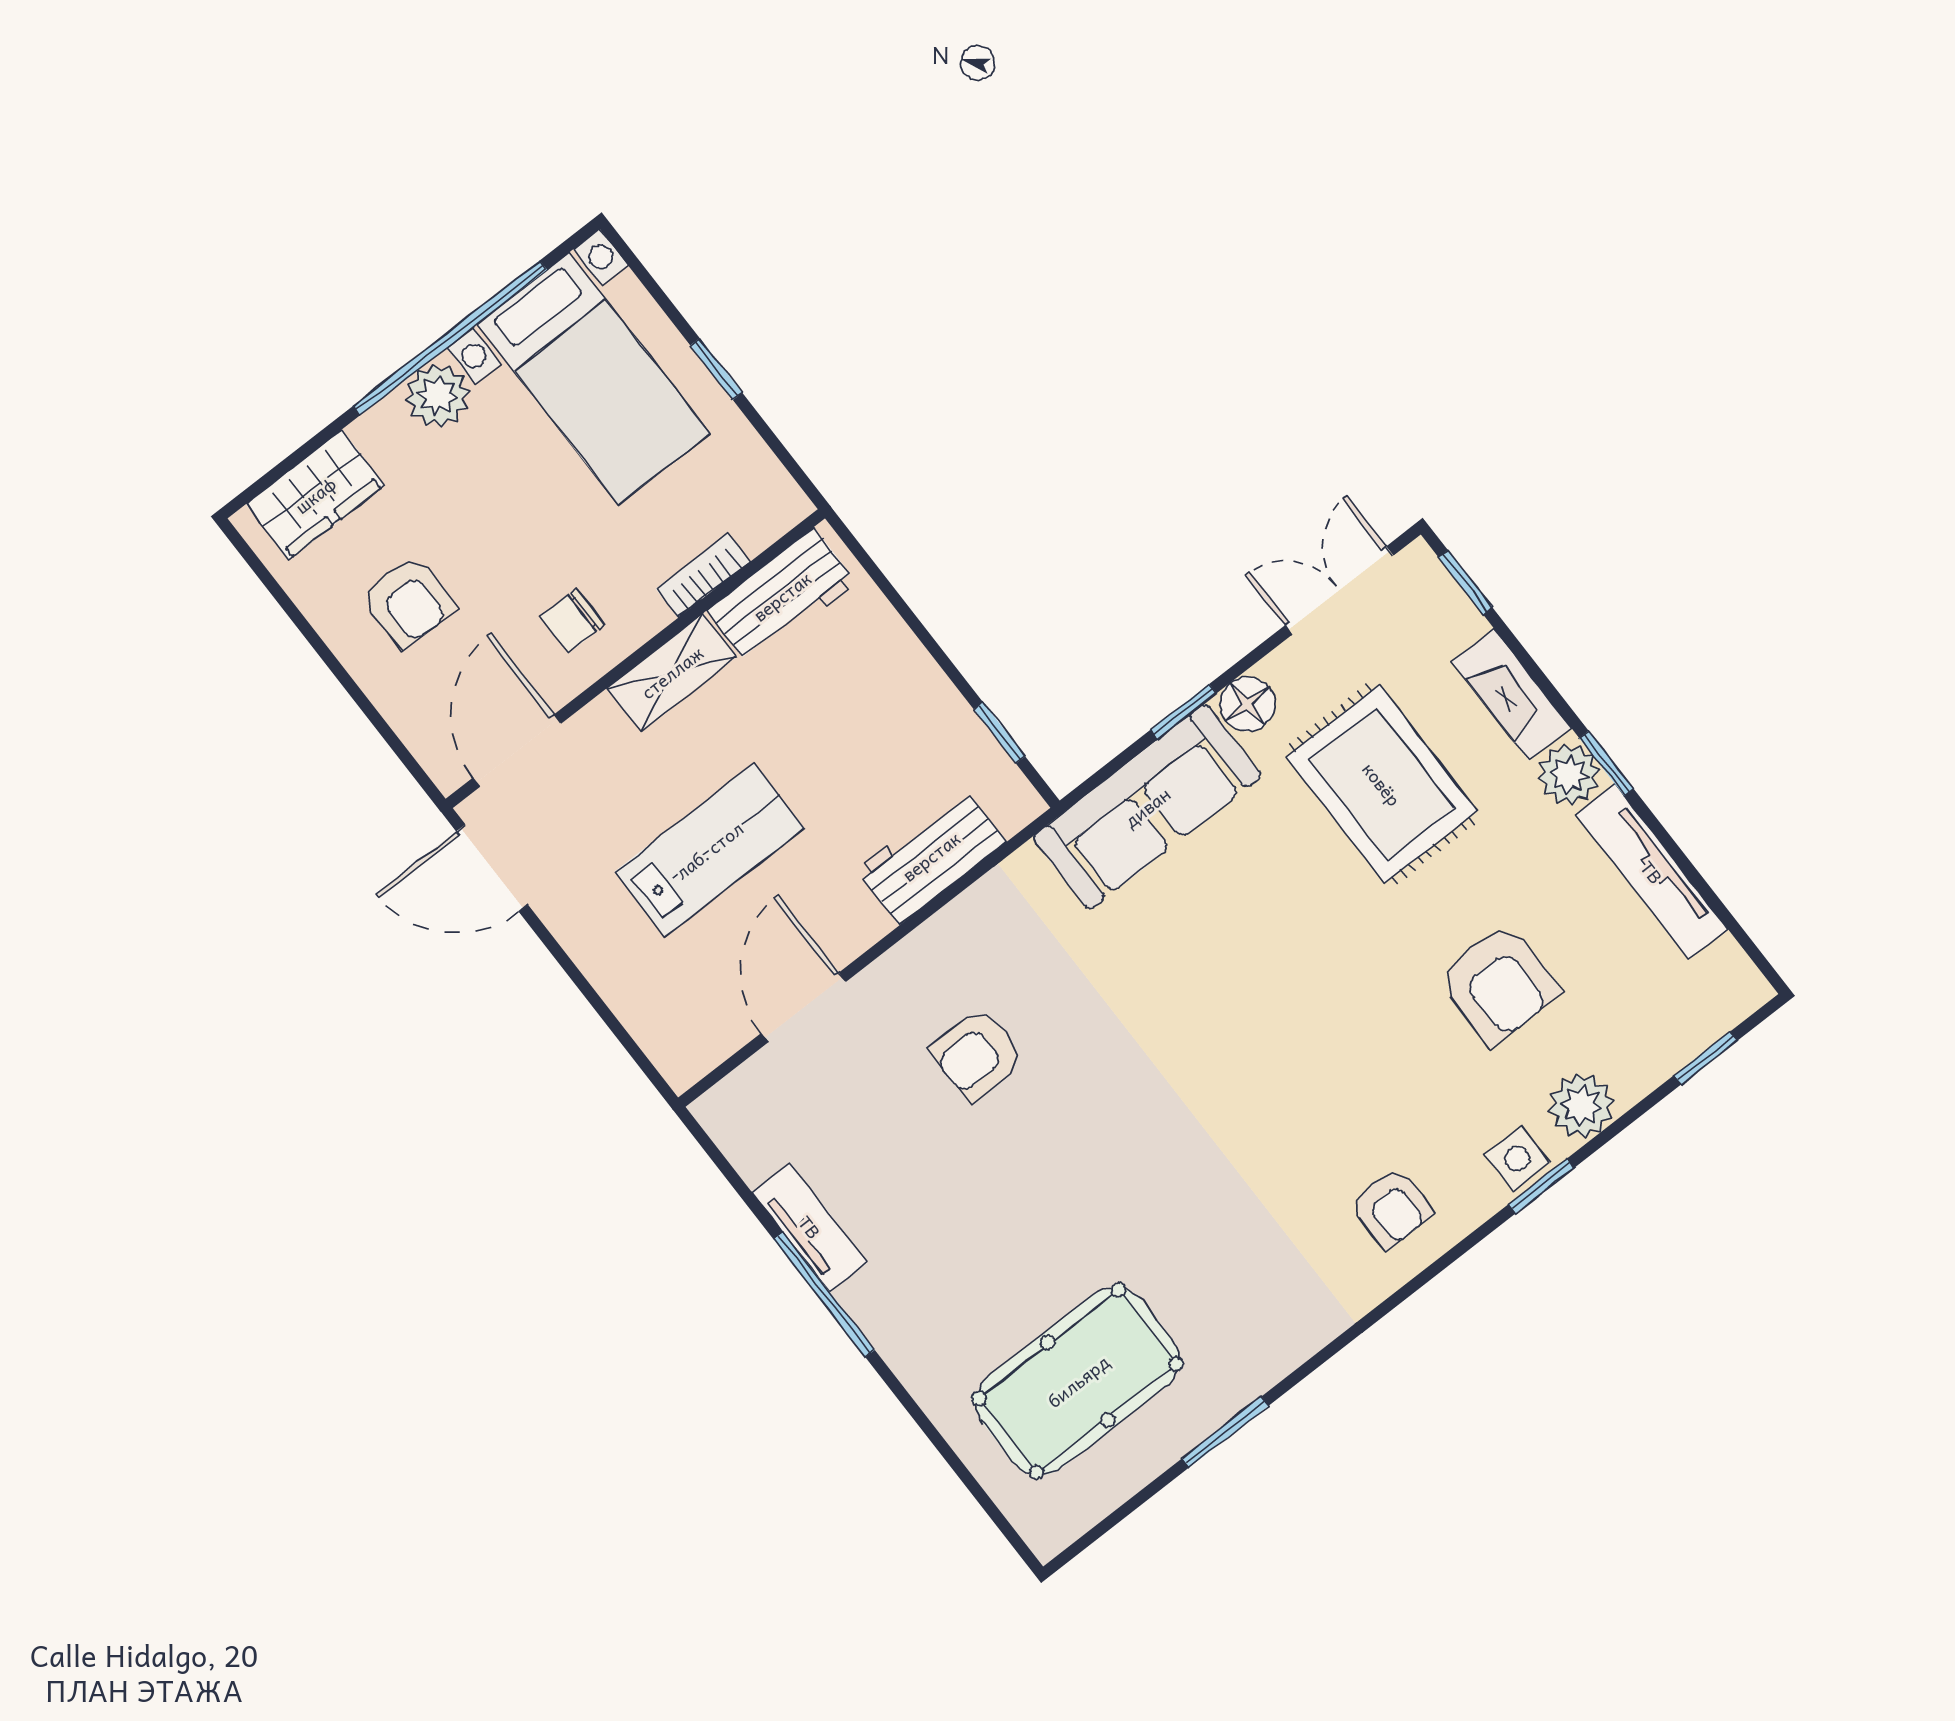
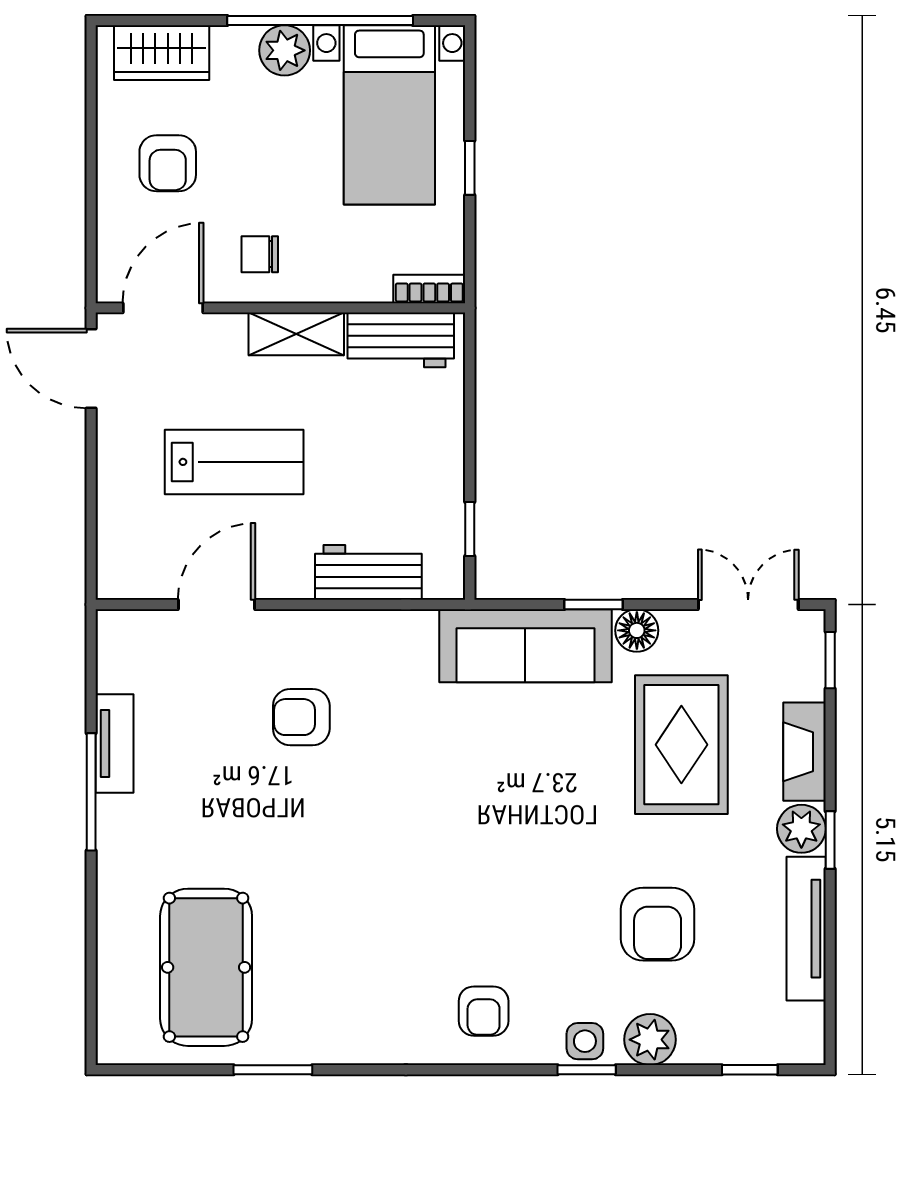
bookcase: (703, 575) -> (429, 289), moved
pool table: (1078, 1381) -> (206, 967), turned 90

